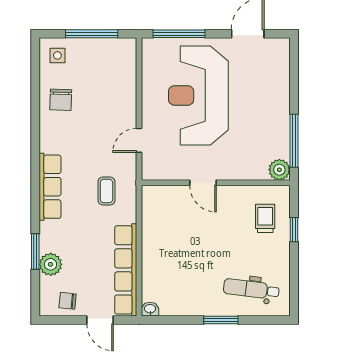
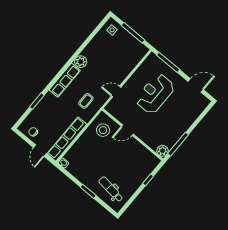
reception desk: (198, 95) -> (155, 94), width x0.74, depth x0.77
chair: (61, 100) -> (98, 49), removed
door: (203, 183) -> (127, 130), hinge flipped
stool: (167, 213) -> (103, 130), added
trolley: (265, 218) -> (140, 166), removed
plant: (51, 264) -> (81, 62), moved

